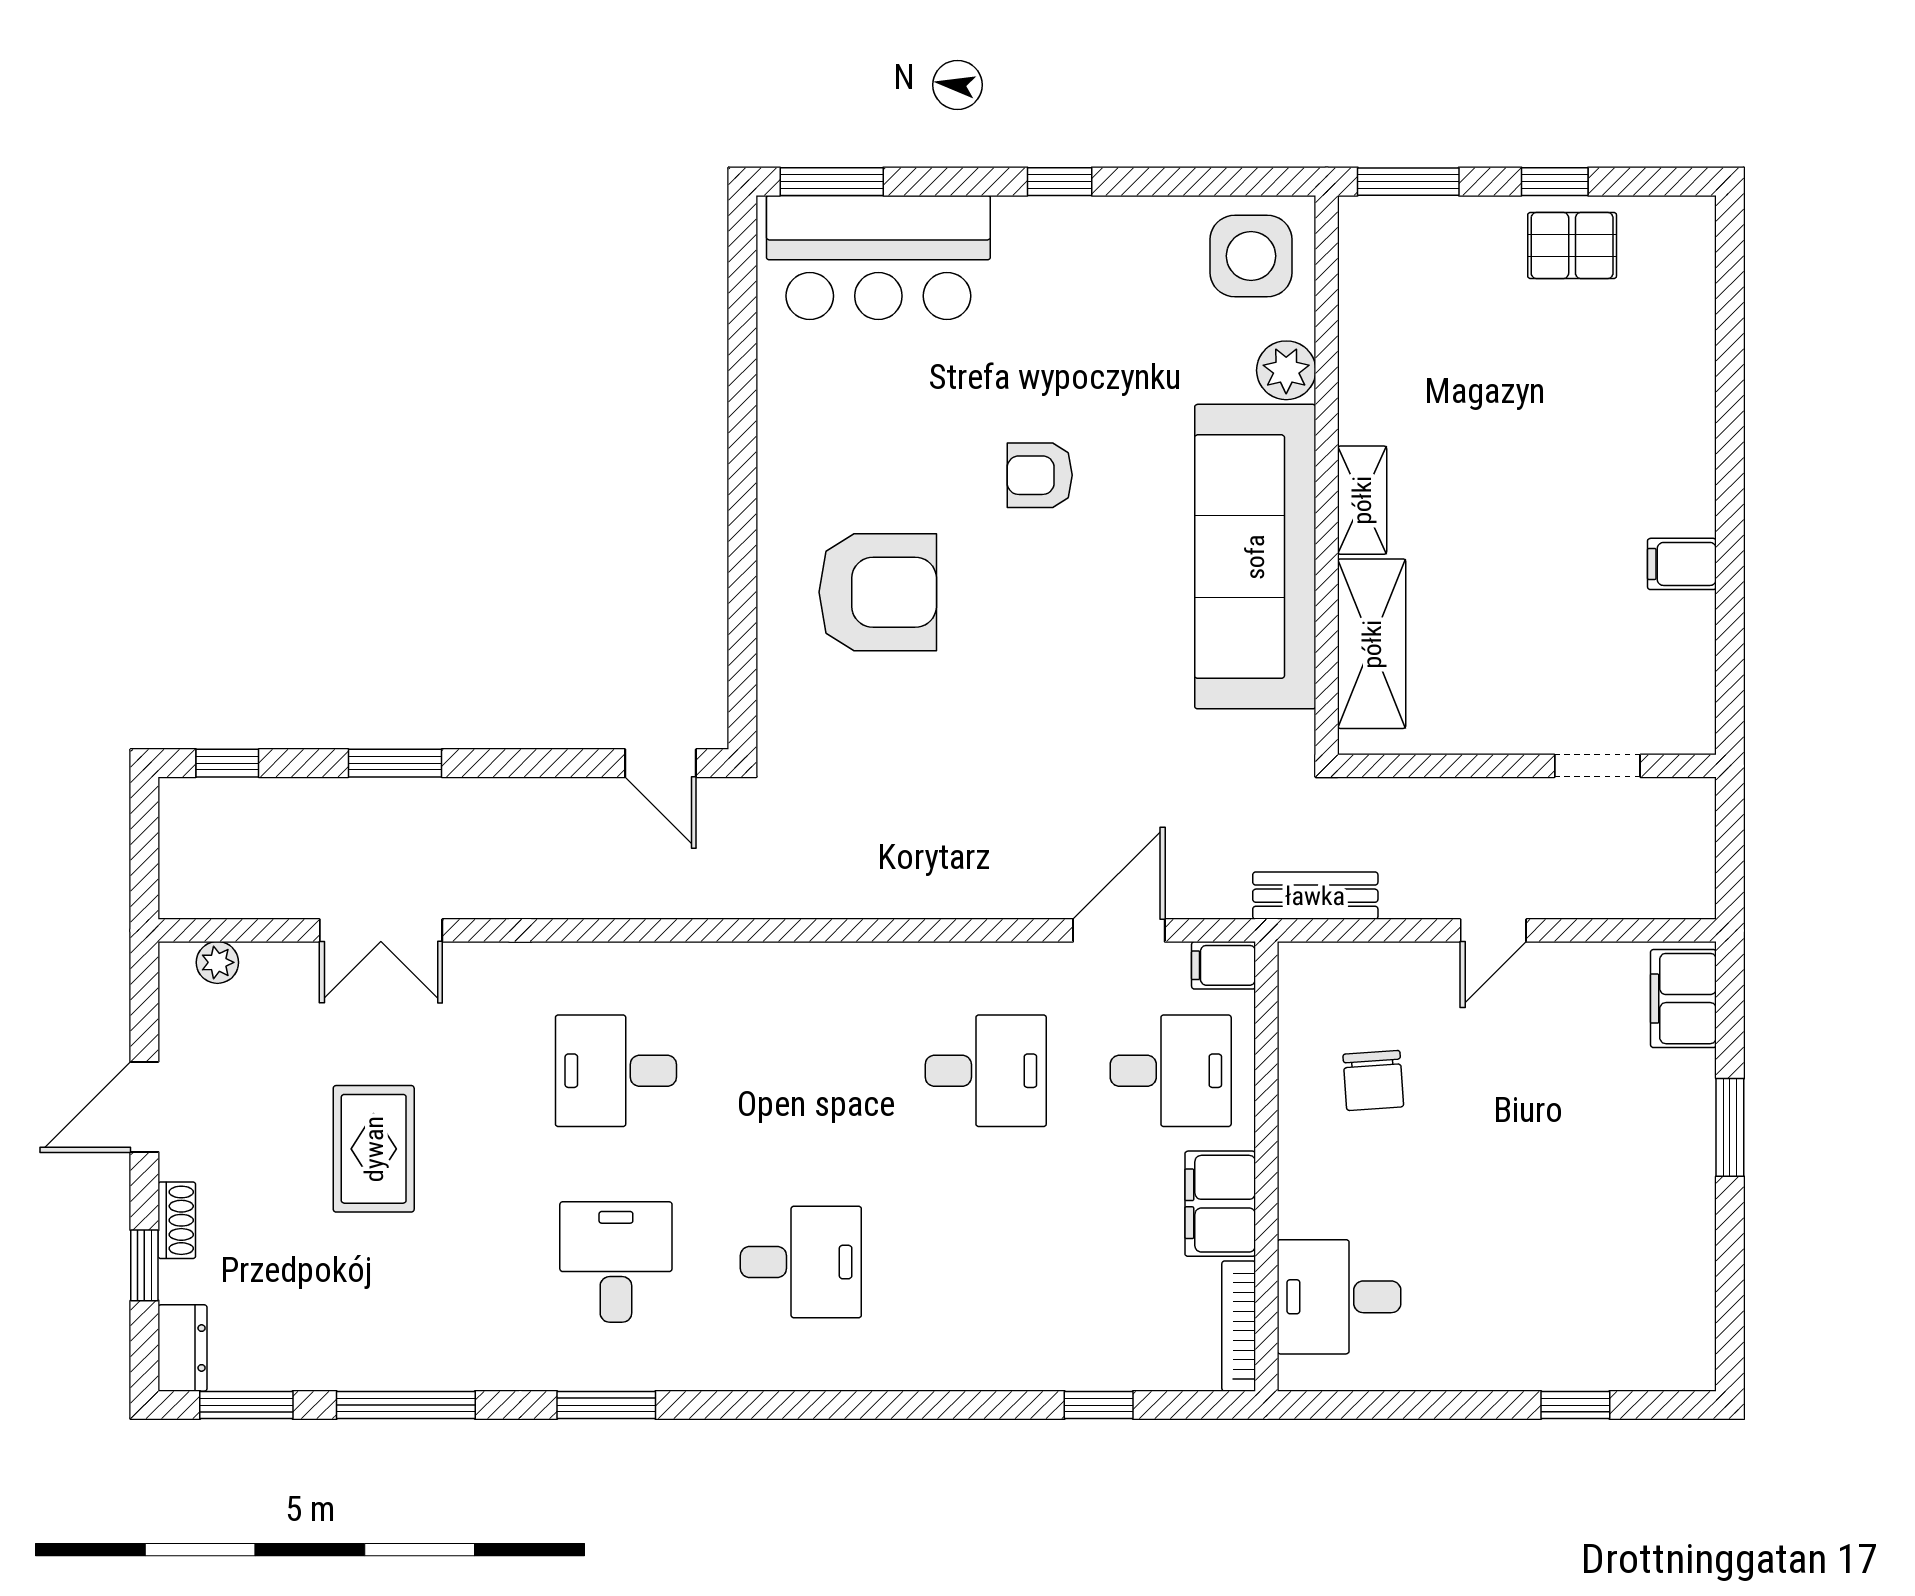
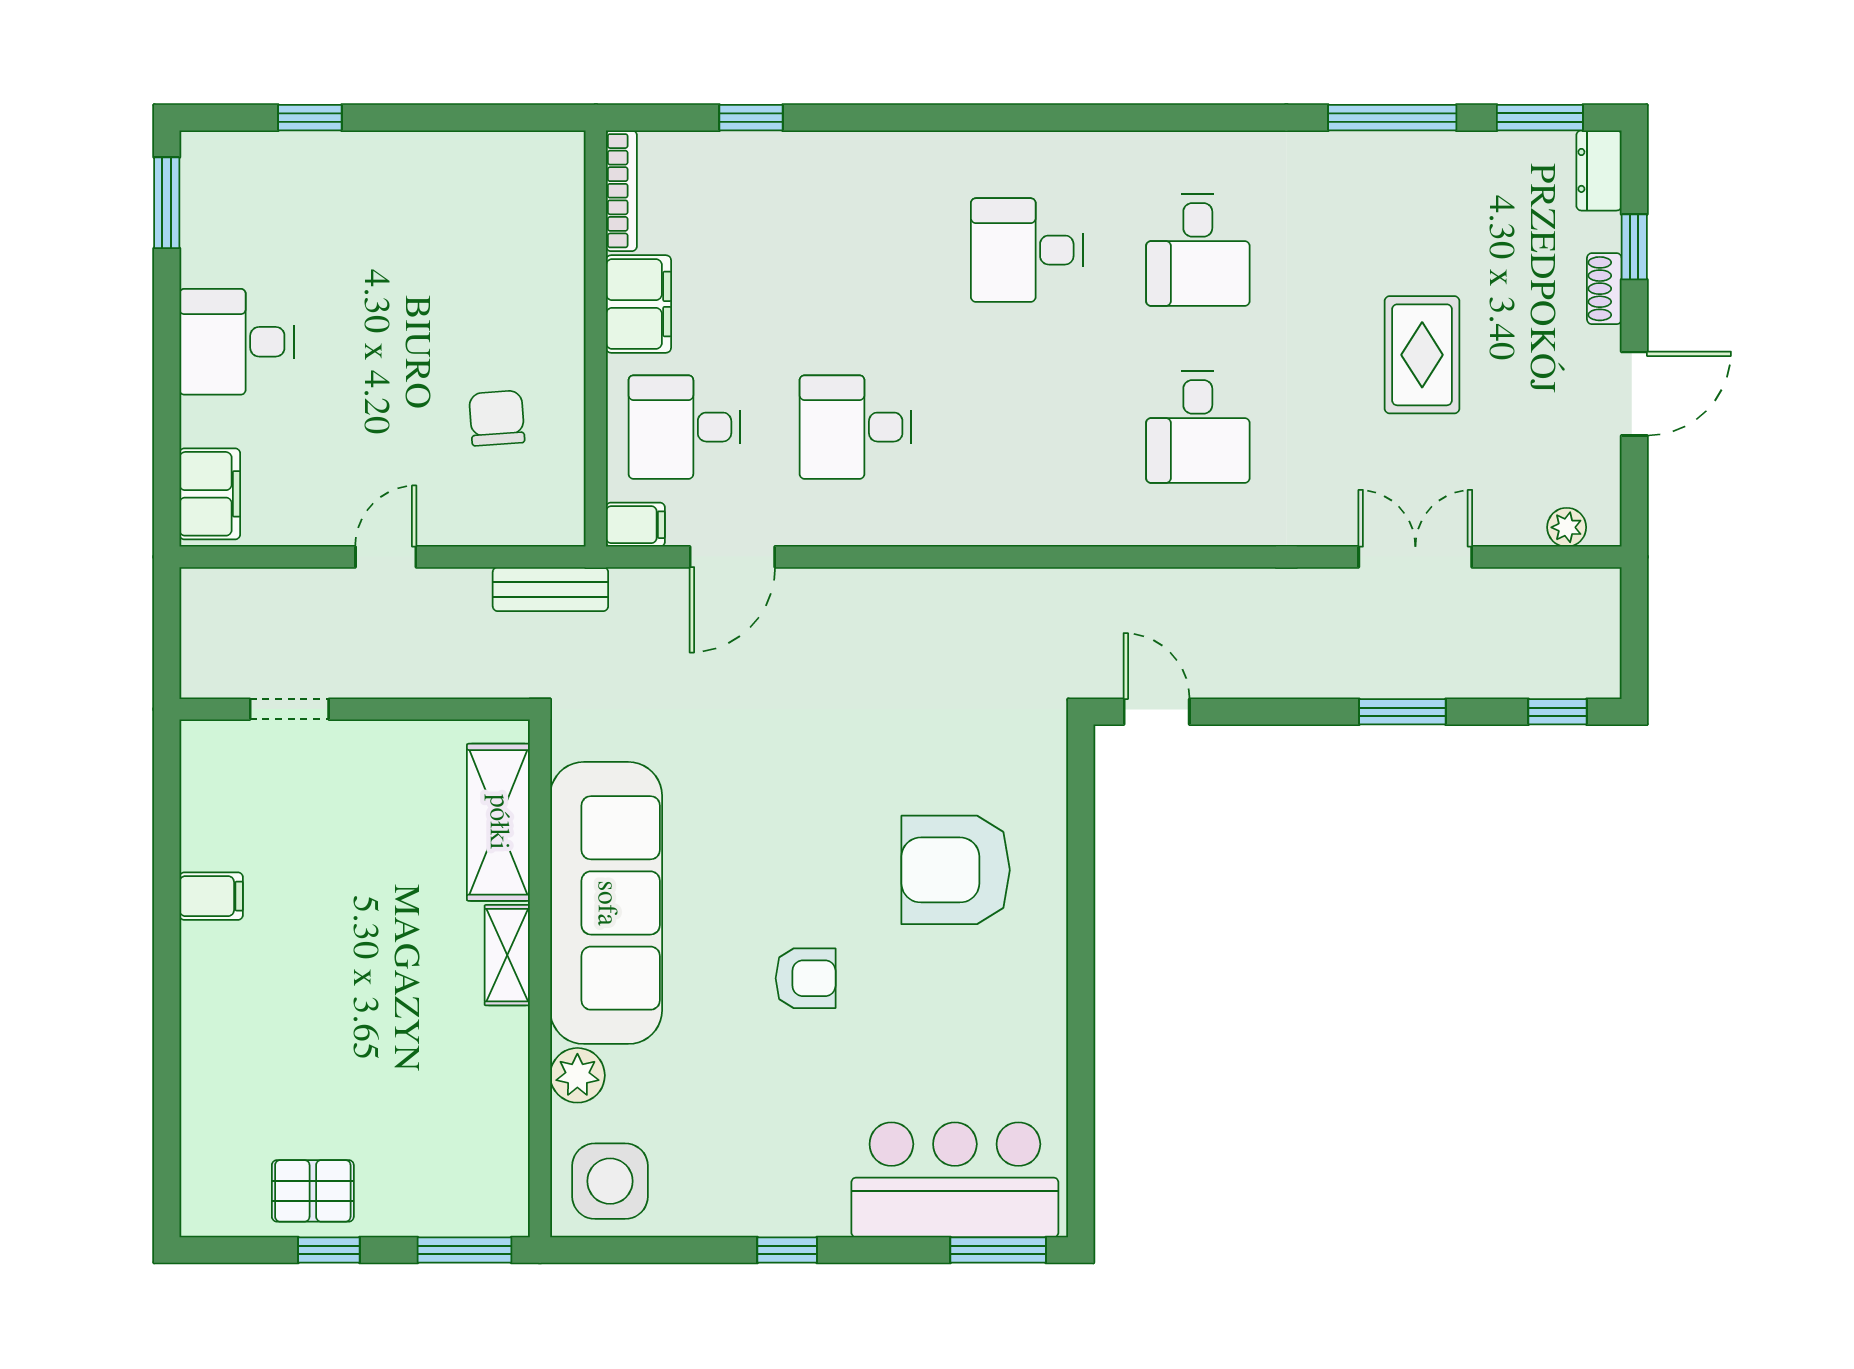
desk: (616, 1071) -> (1198, 427), turned 90
window: (1730, 1127) -> (167, 203), moved
desk: (1339, 1297) -> (237, 342), moved, turned 180
window: (606, 1405) -> (1207, 118), removed

